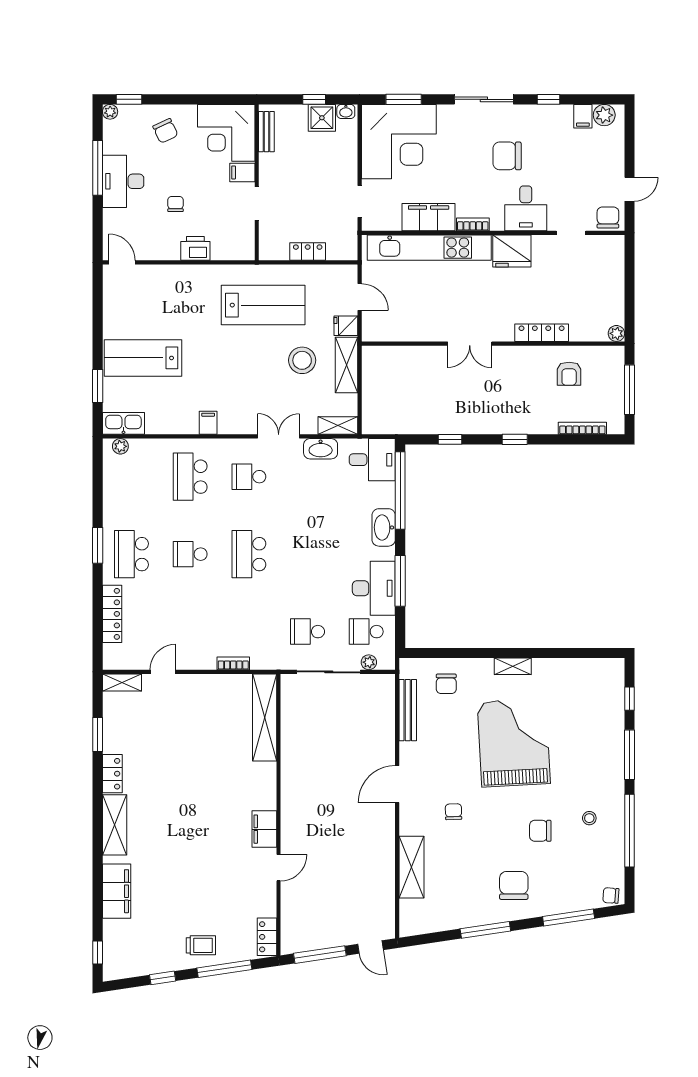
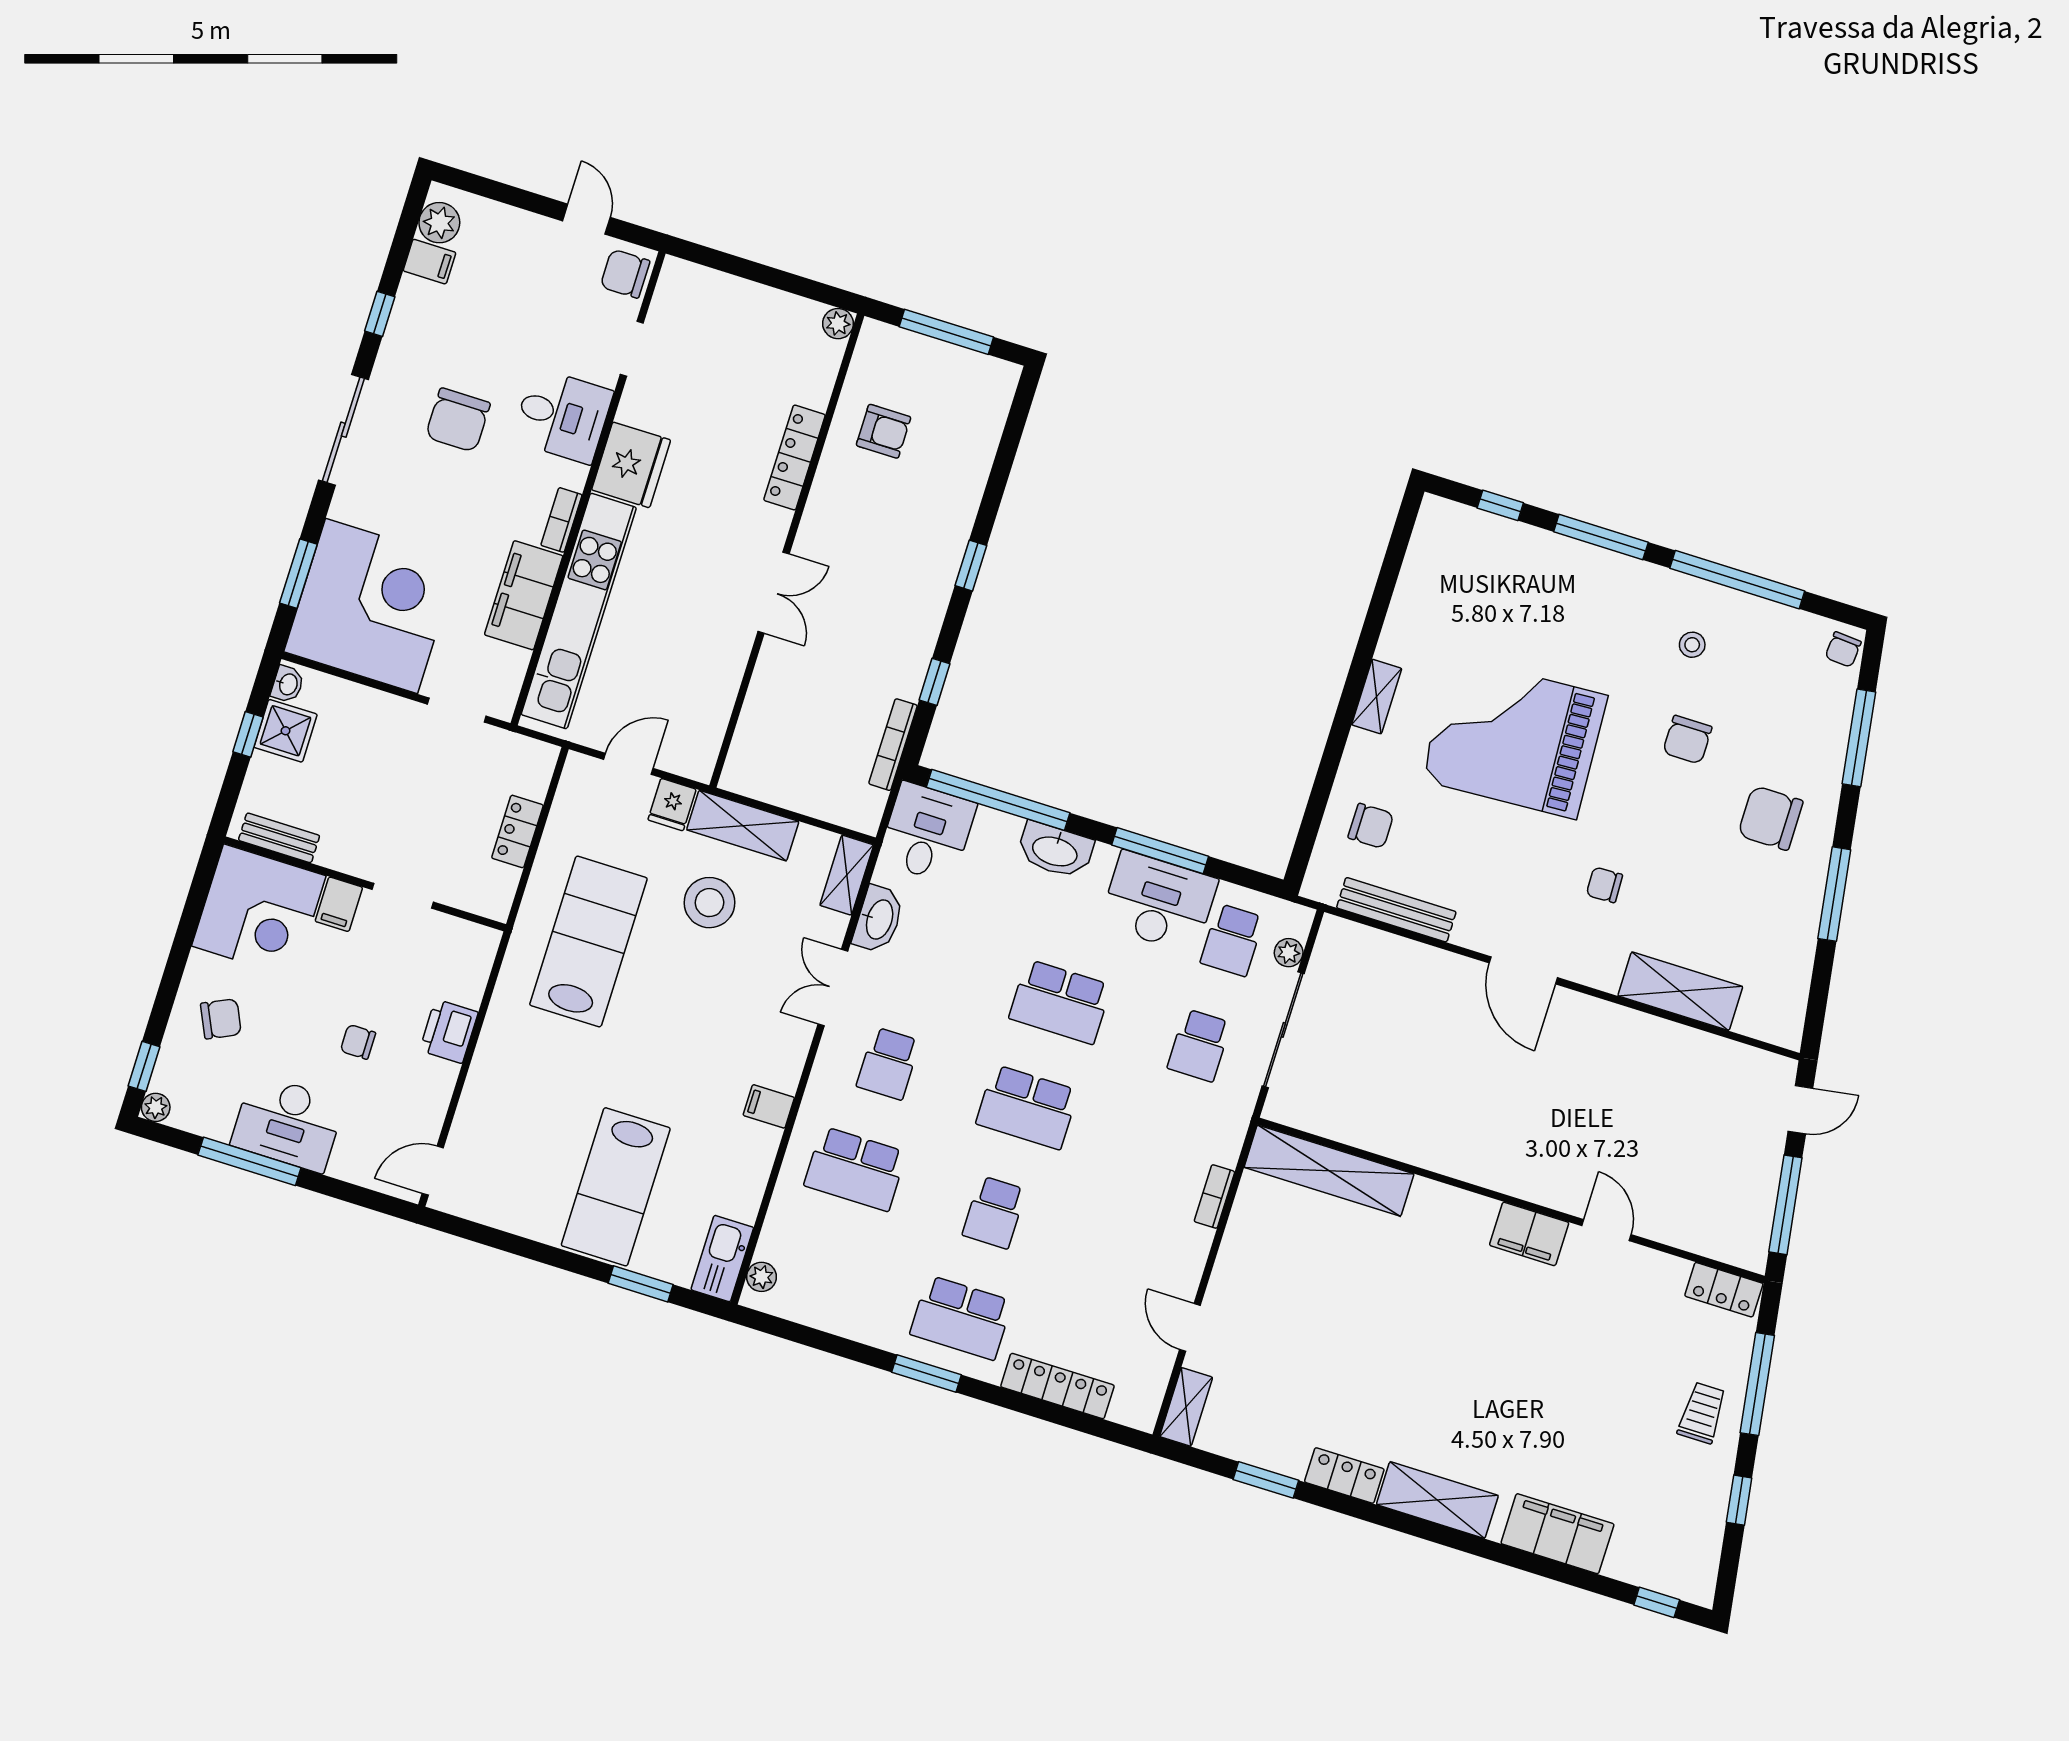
bookcase: (582, 428) -> (893, 745), moved
school desk: (308, 554) -> (1060, 1002), added

